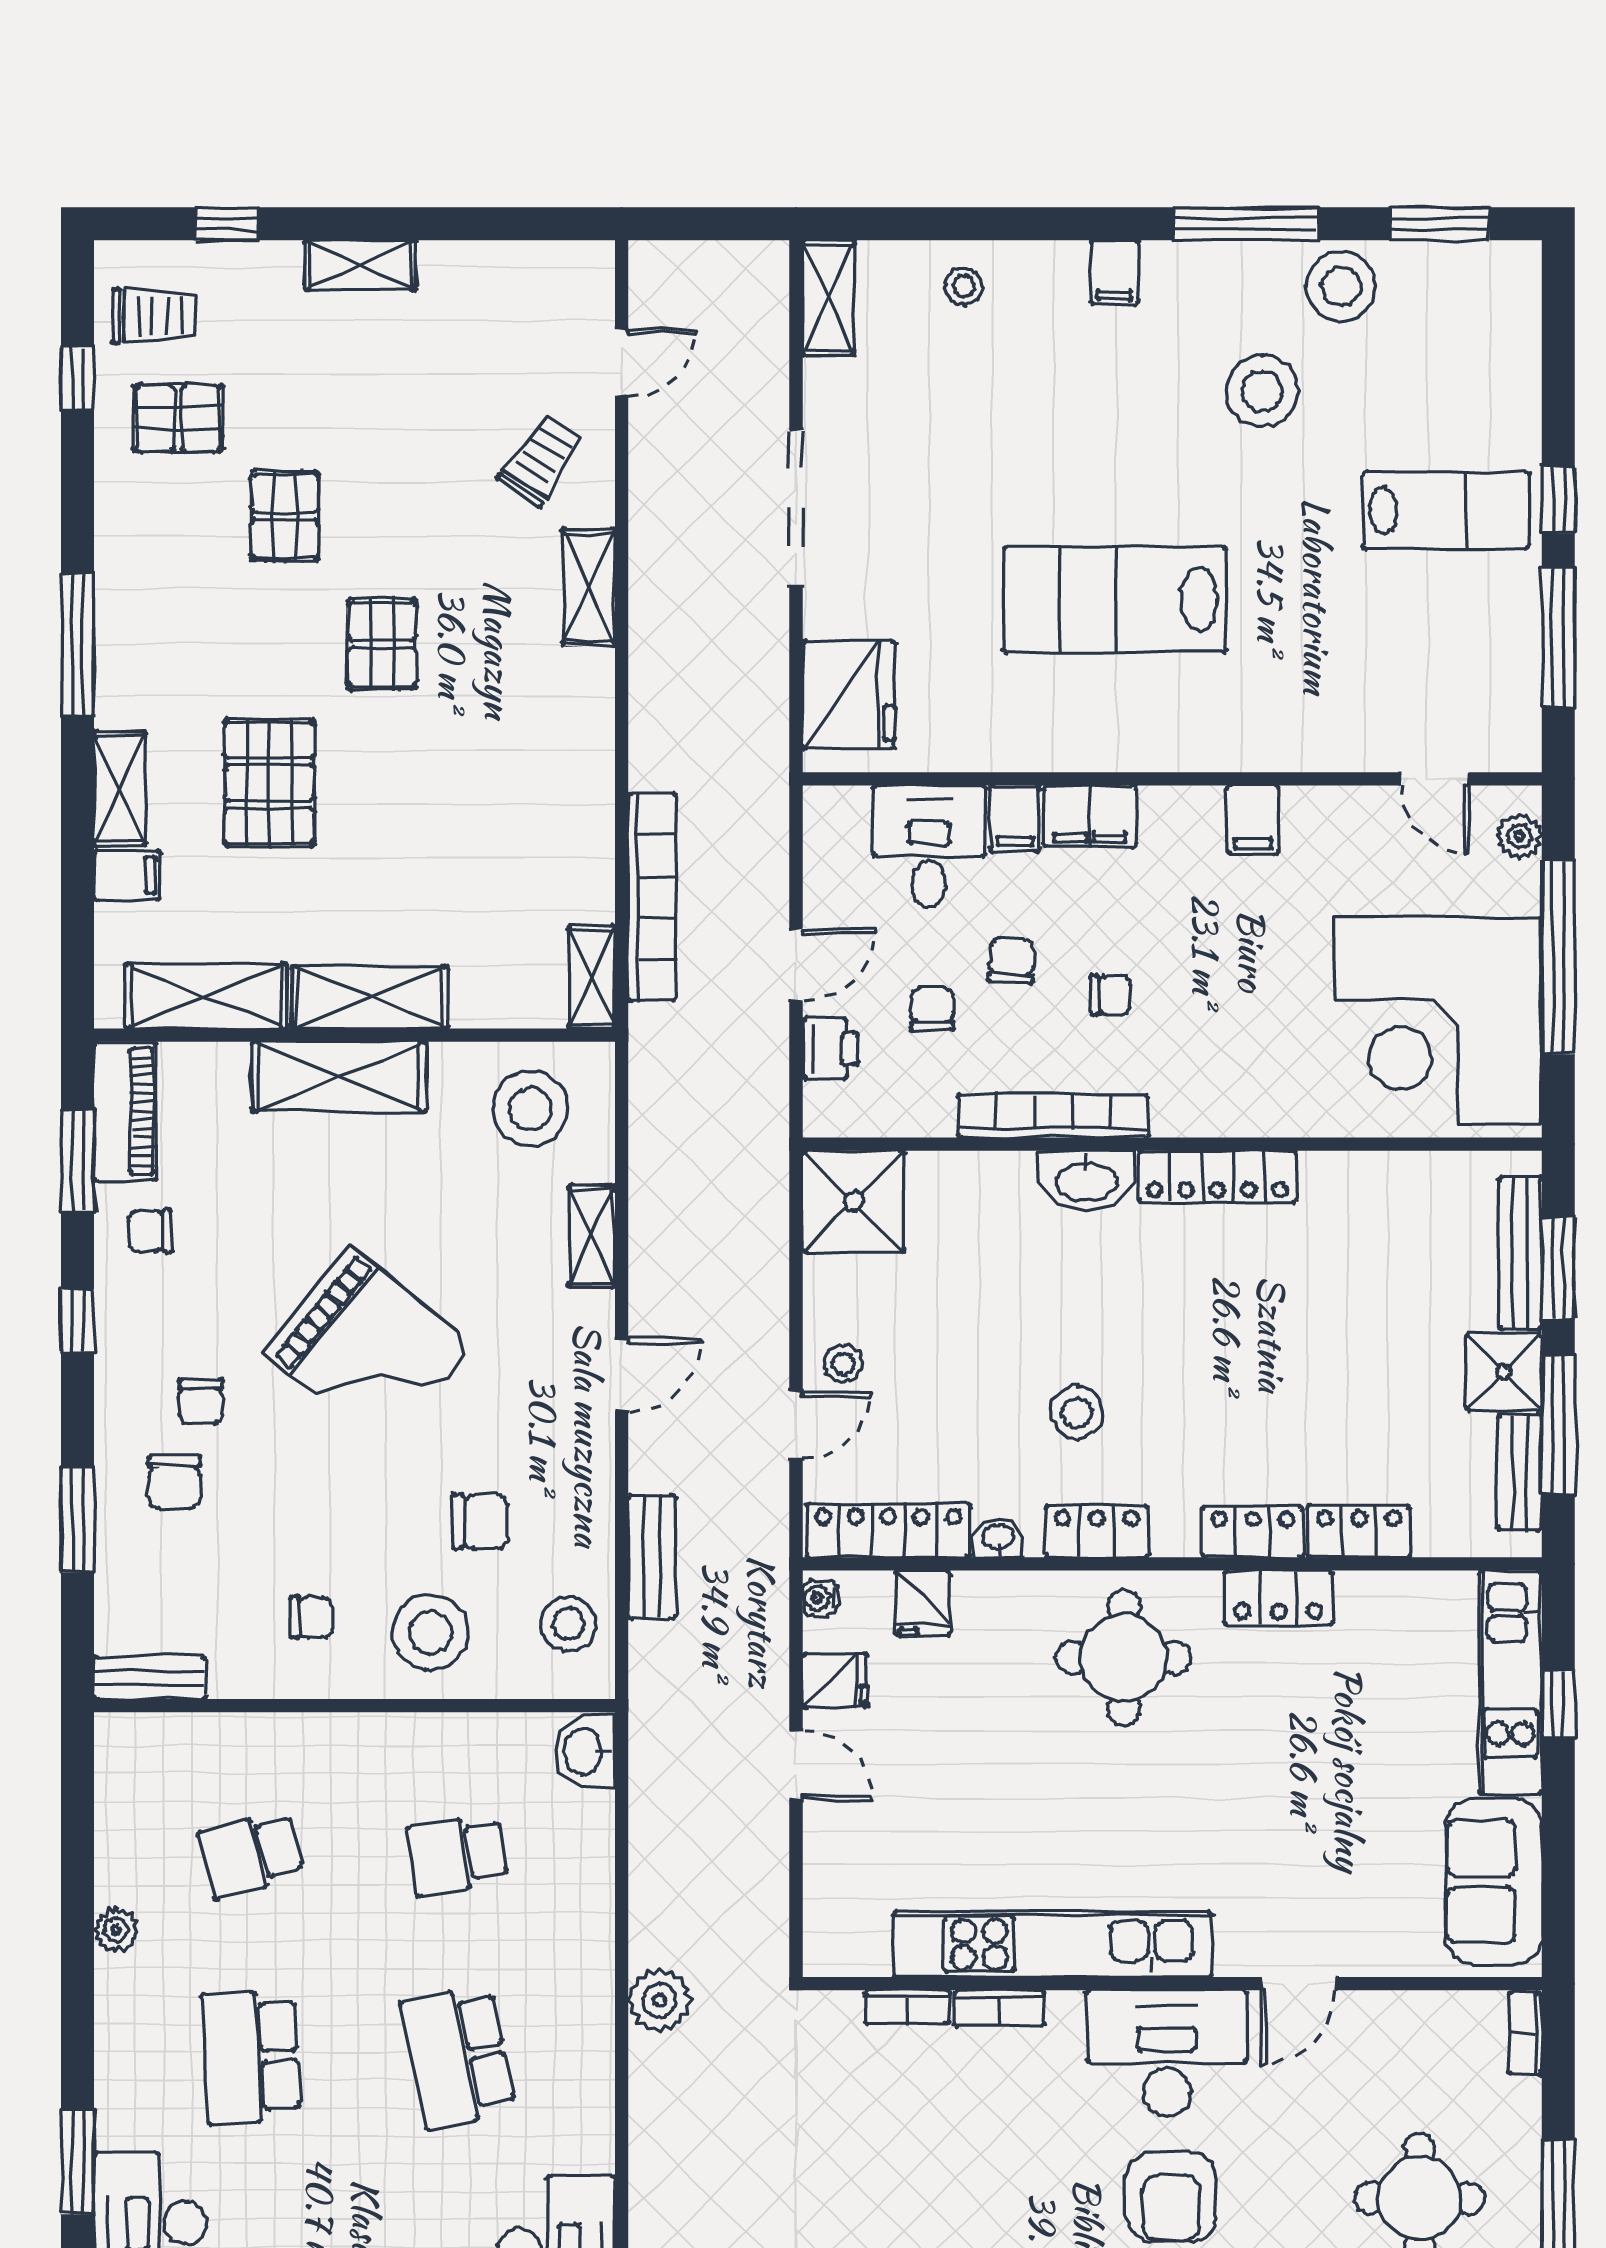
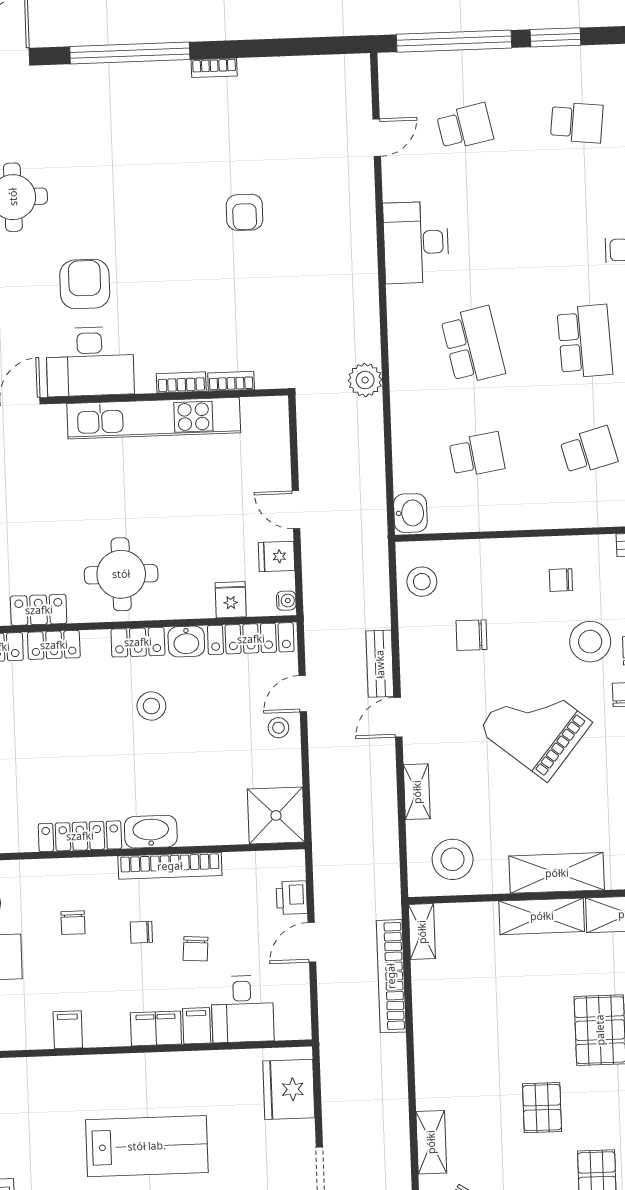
chair: (932, 1009) -> (73, 923), moved
washbasin: (998, 1538) -> (186, 641), width x1.38, depth x1.45
bench: (652, 1557) -> (380, 664), moved
stool: (431, 1632) -> (590, 642), moved

